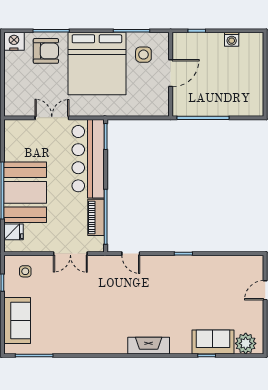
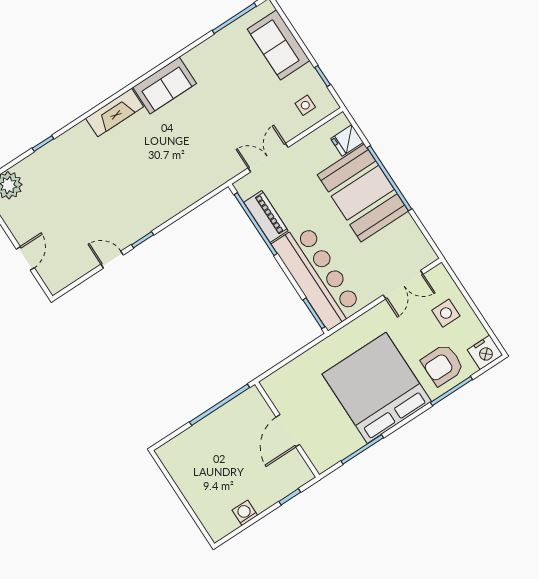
side table: (143, 55) -> (446, 313), moved
double door: (52, 118) -> (403, 285), moved
door: (131, 254) -> (112, 260), moved
sofa: (213, 342) -> (165, 85), moved

